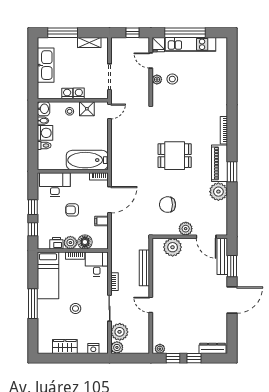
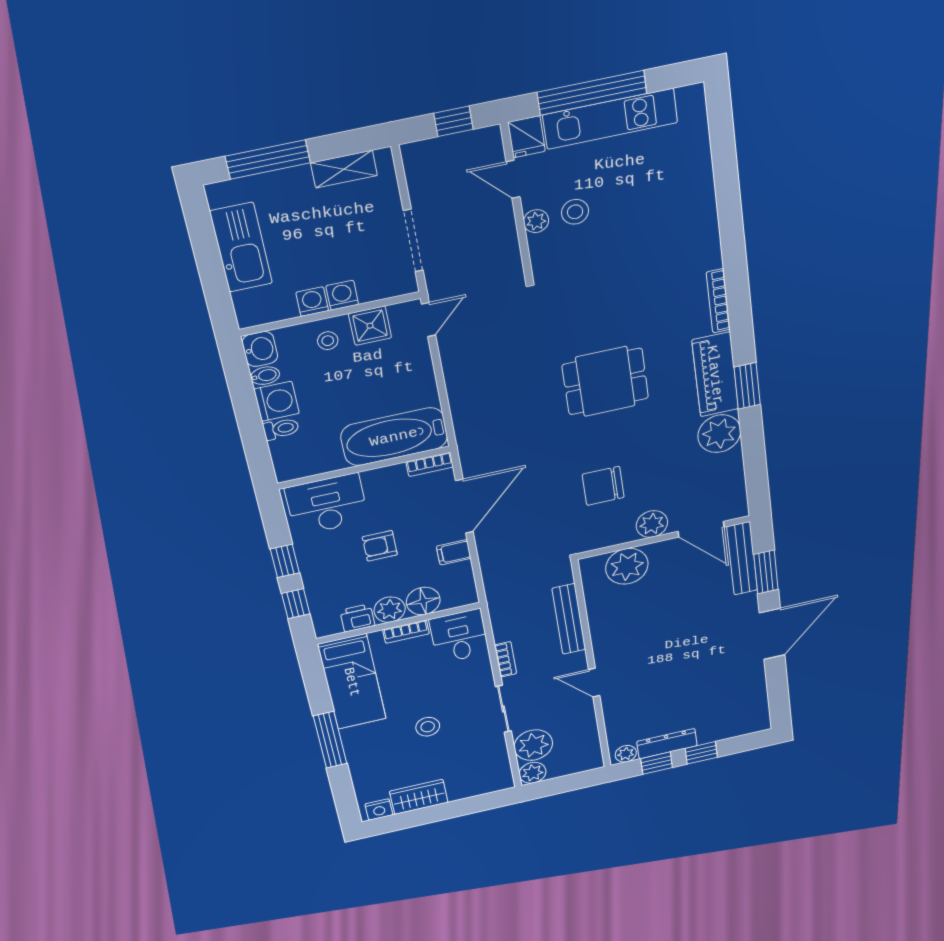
nightstand: (93, 348) -> (379, 810), moved
dresser: (213, 348) -> (667, 744), moved

